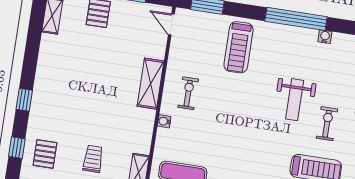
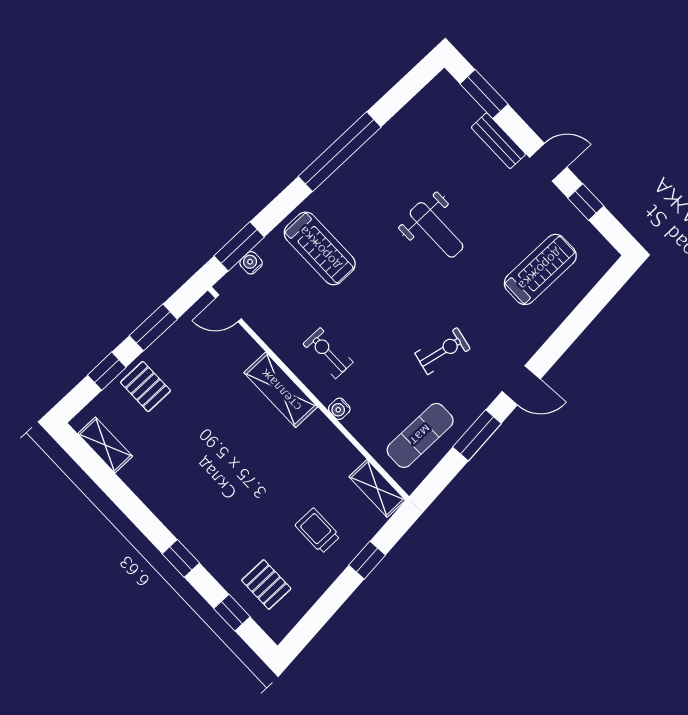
water cooler: (325, 37) -> (251, 263), moved
exercise bike: (327, 124) -> (442, 351), moved, turned 102

